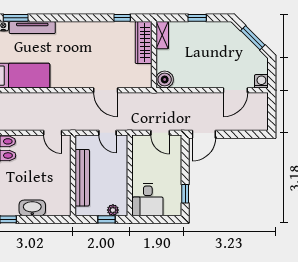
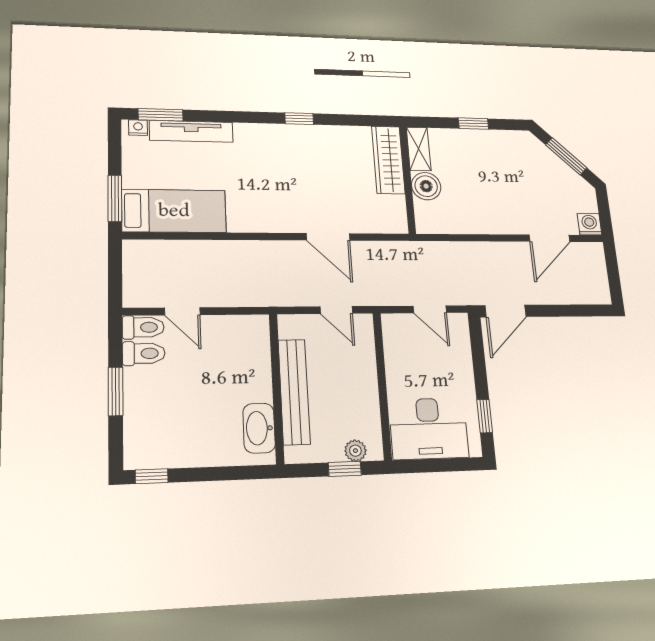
window: (122, 18) -> (299, 119), moved
boiler: (165, 80) -> (426, 186), moved
door: (53, 133) -> (182, 311), moved
desk: (148, 200) -> (429, 429), width x1.37
washbasin: (32, 208) -> (259, 428), moved, turned -90

